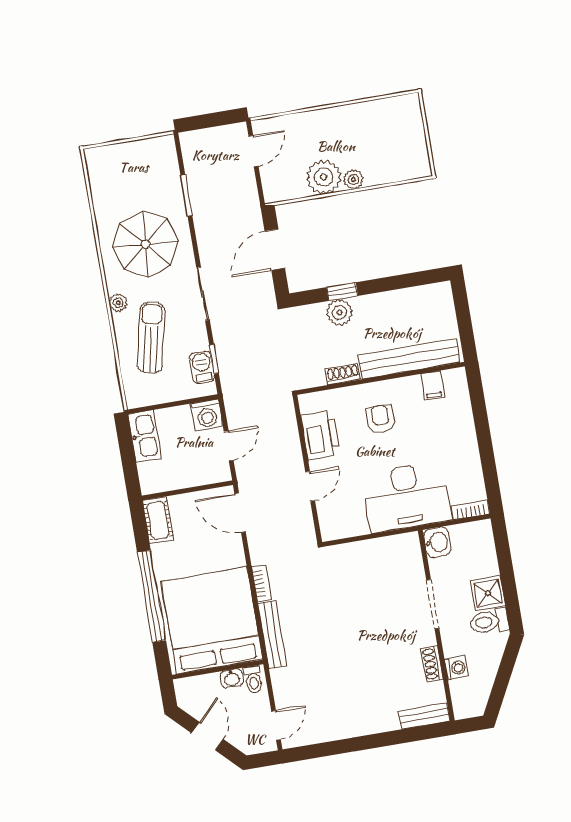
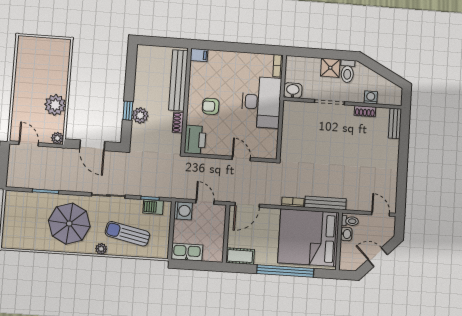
plant: (353, 179) -> (57, 138), moved
filing cabinet: (433, 386) -> (199, 55), moved
printer: (320, 435) -> (195, 140), moved, turned 90

